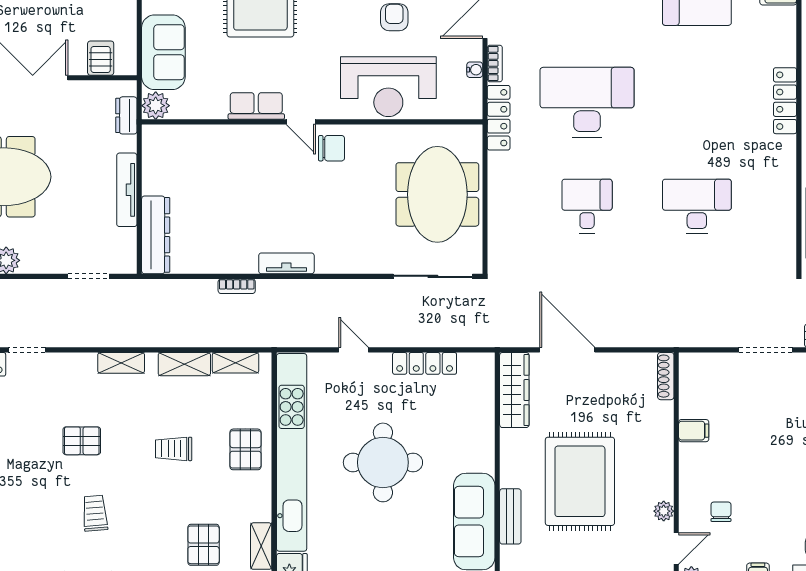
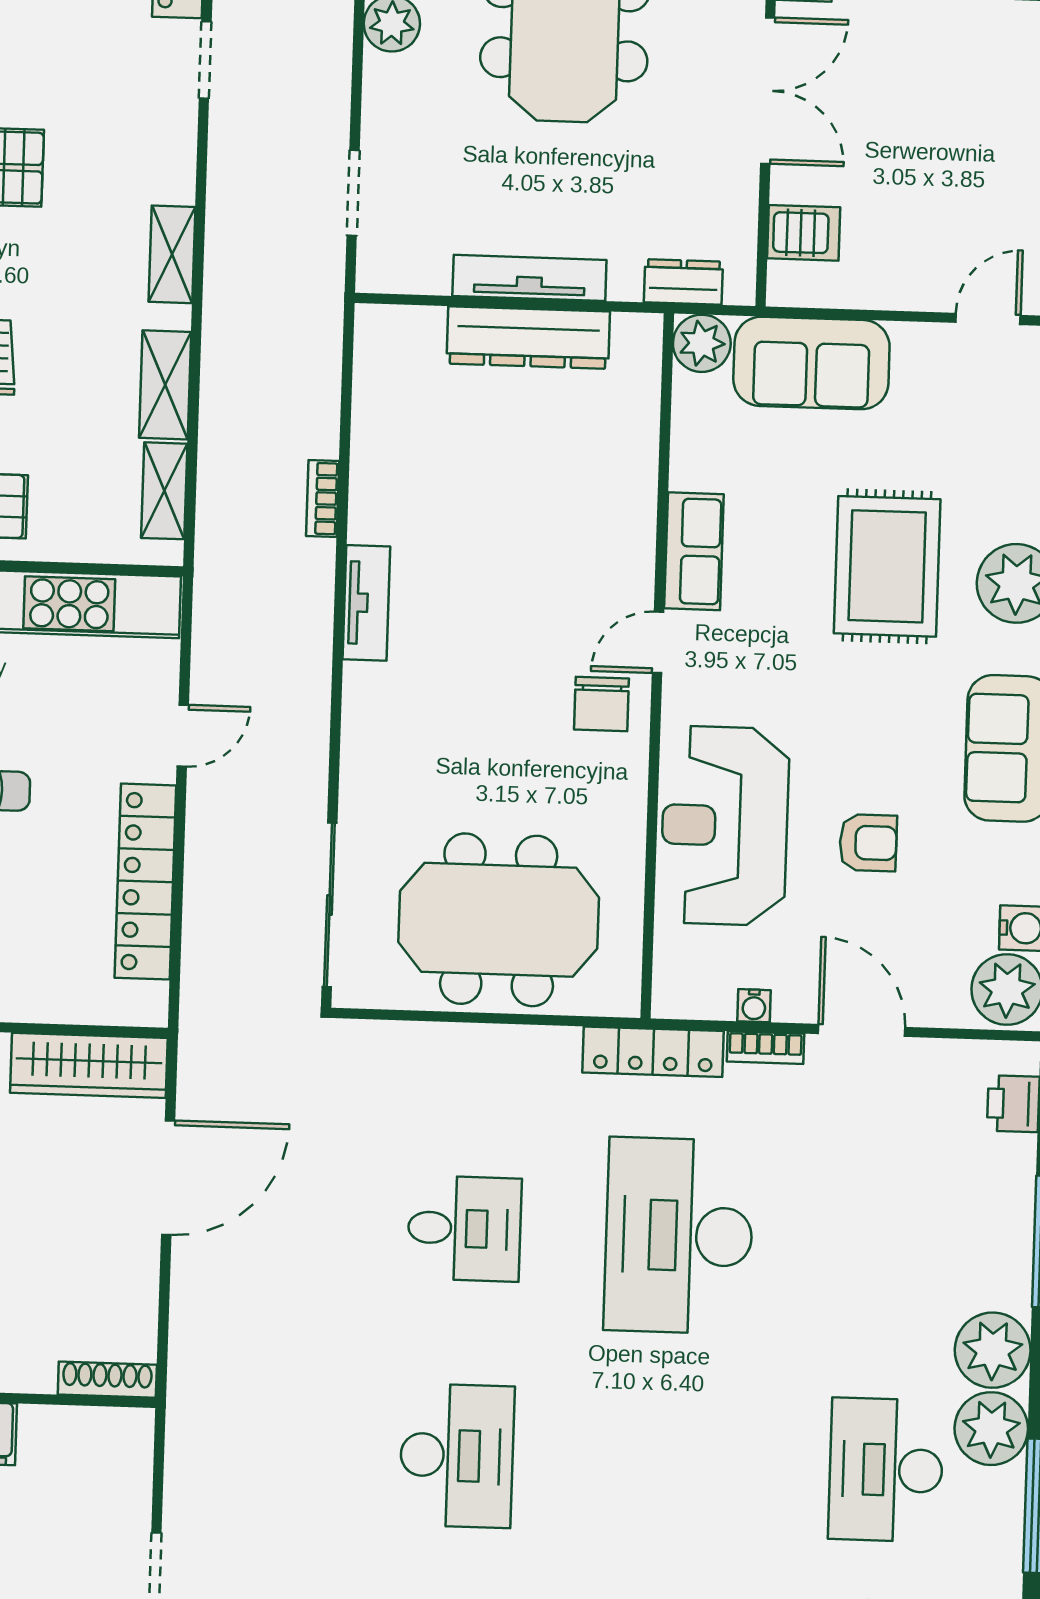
desk: (587, 102) -> (679, 1236), turned 180
dresser: (156, 235) -> (528, 338), moved
locker: (425, 363) -> (145, 882), width x1.41, depth x1.21

